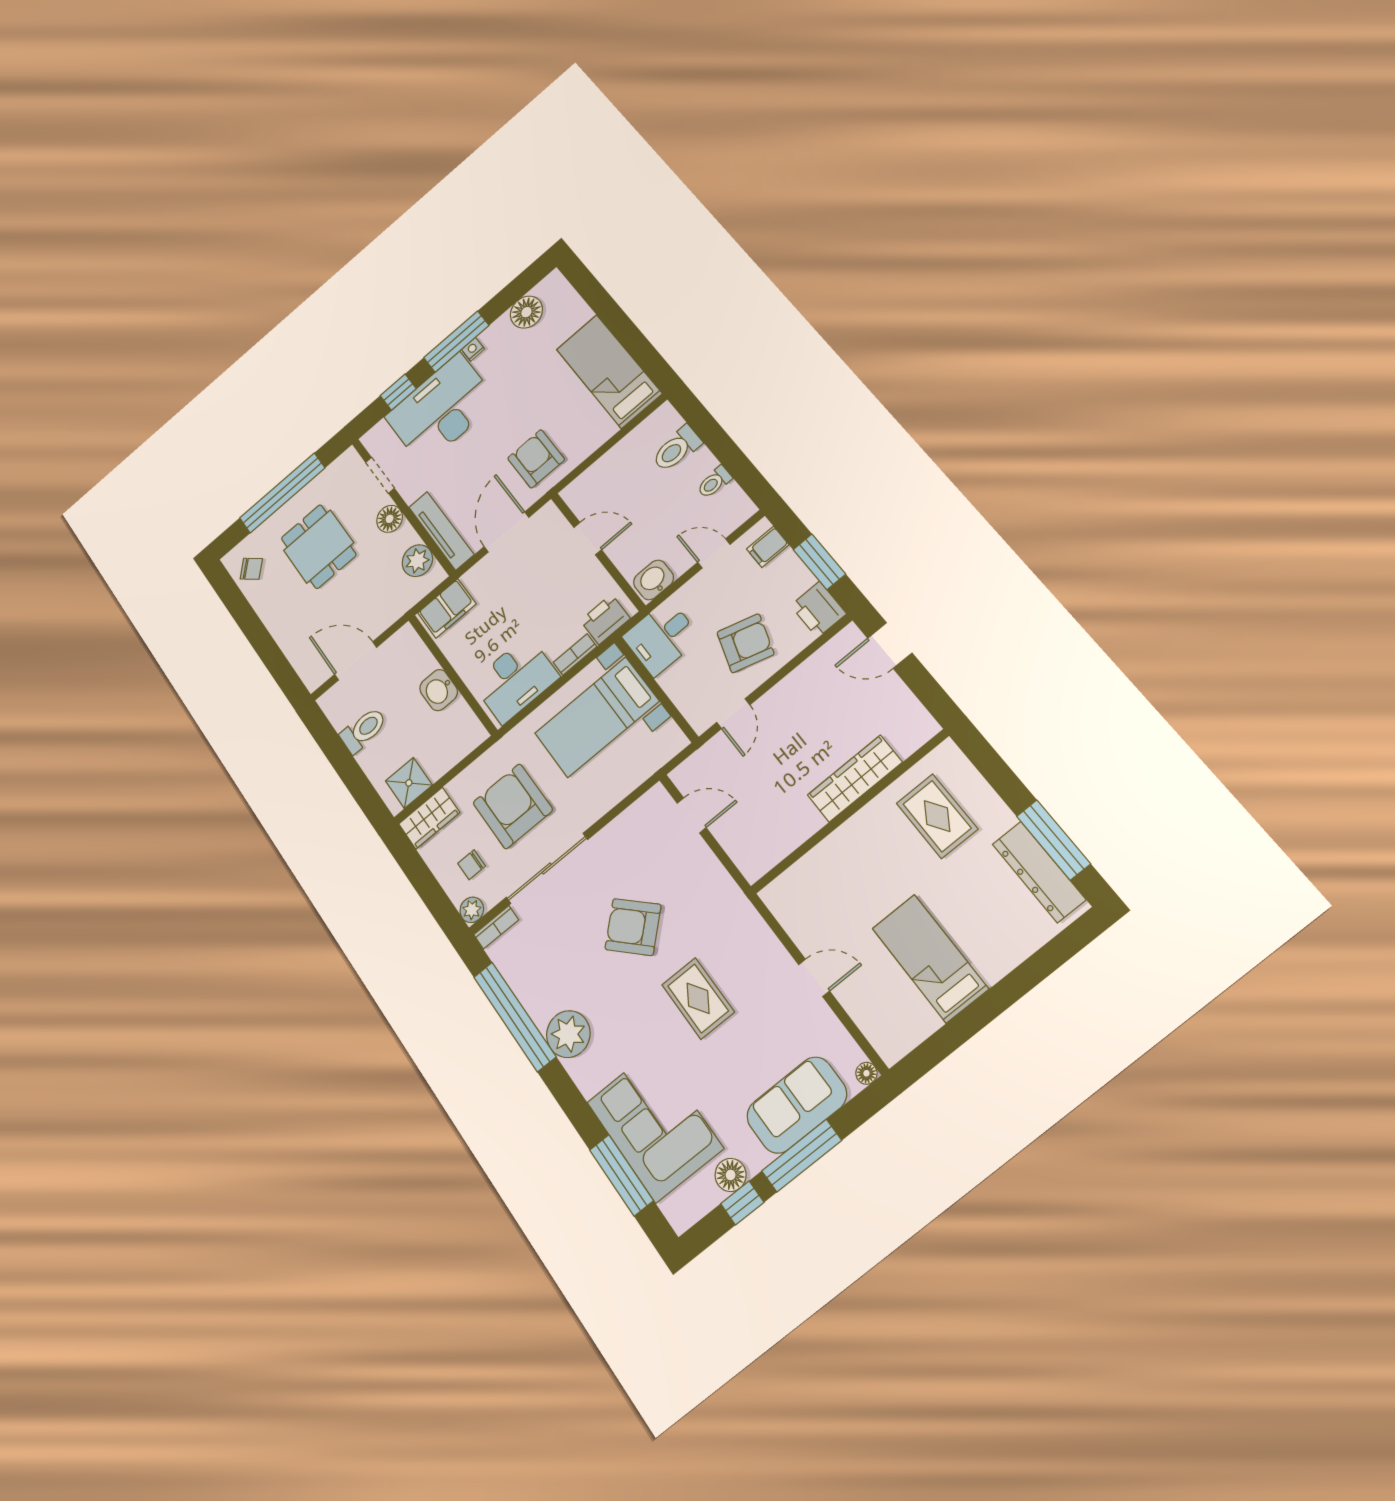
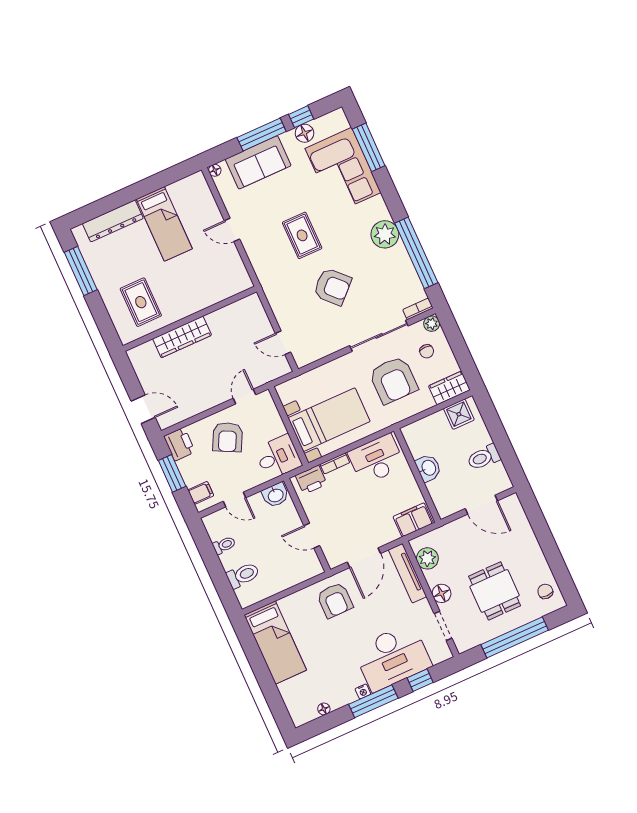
floor lamp: (526, 312) -> (324, 709), width x0.53, depth x0.53
chair: (251, 569) -> (545, 591), turned 46
armchair: (745, 643) -> (228, 437), turned -80
chair: (472, 865) -> (427, 351), turned 90
dresser: (1039, 872) -> (113, 221), moved, turned 90

